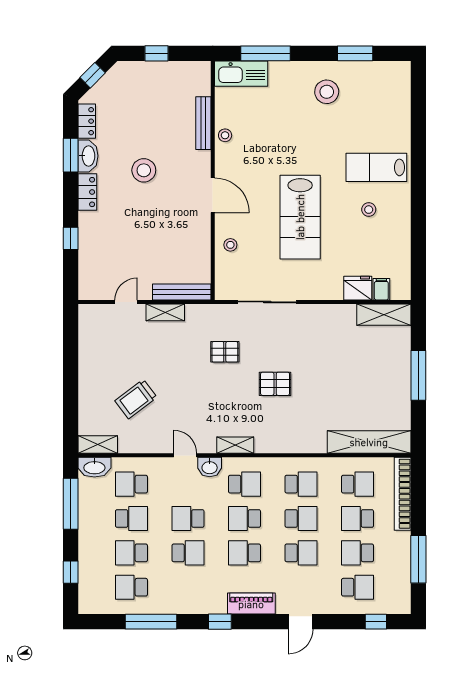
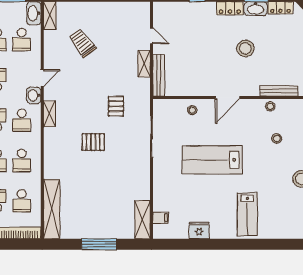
lab bench: (376, 167) -> (247, 214), turned 180
stool: (369, 210) -> (277, 138), moved
fridge: (358, 288) -> (199, 230), moved, turned -90
pallet: (275, 384) -> (93, 142), turned 90
school desk: (131, 484) -> (22, 40), turned 180

